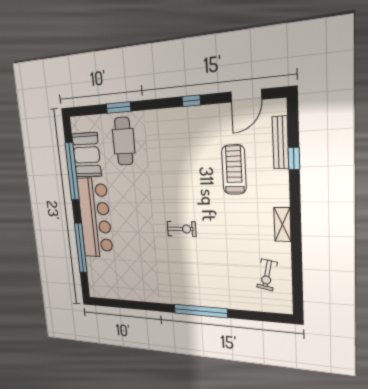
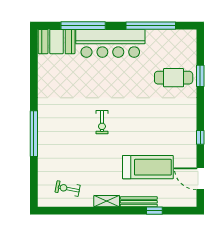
bench: (281, 143) -> (139, 202), moved
booth: (86, 155) -> (57, 42), moved
treadmill: (234, 170) -> (148, 167), width x1.37, depth x1.38

